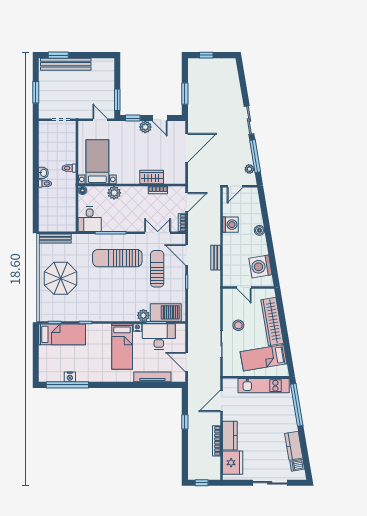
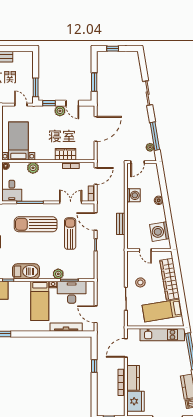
sliding door: (249, 120) -> (148, 93), moved
barbecue: (166, 312) -> (26, 271), moved

